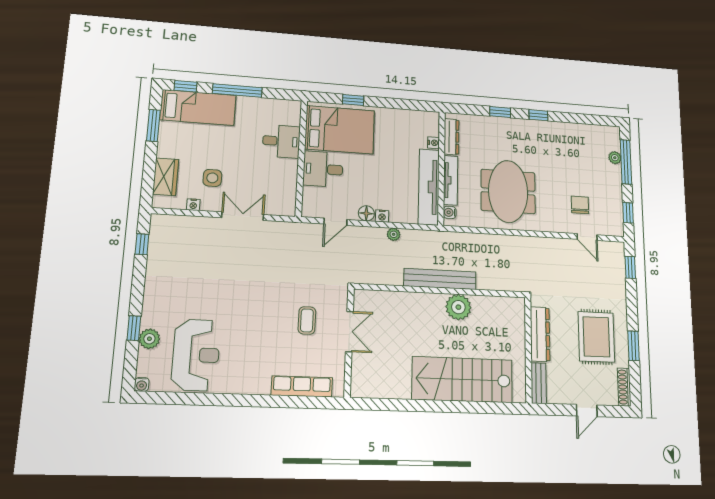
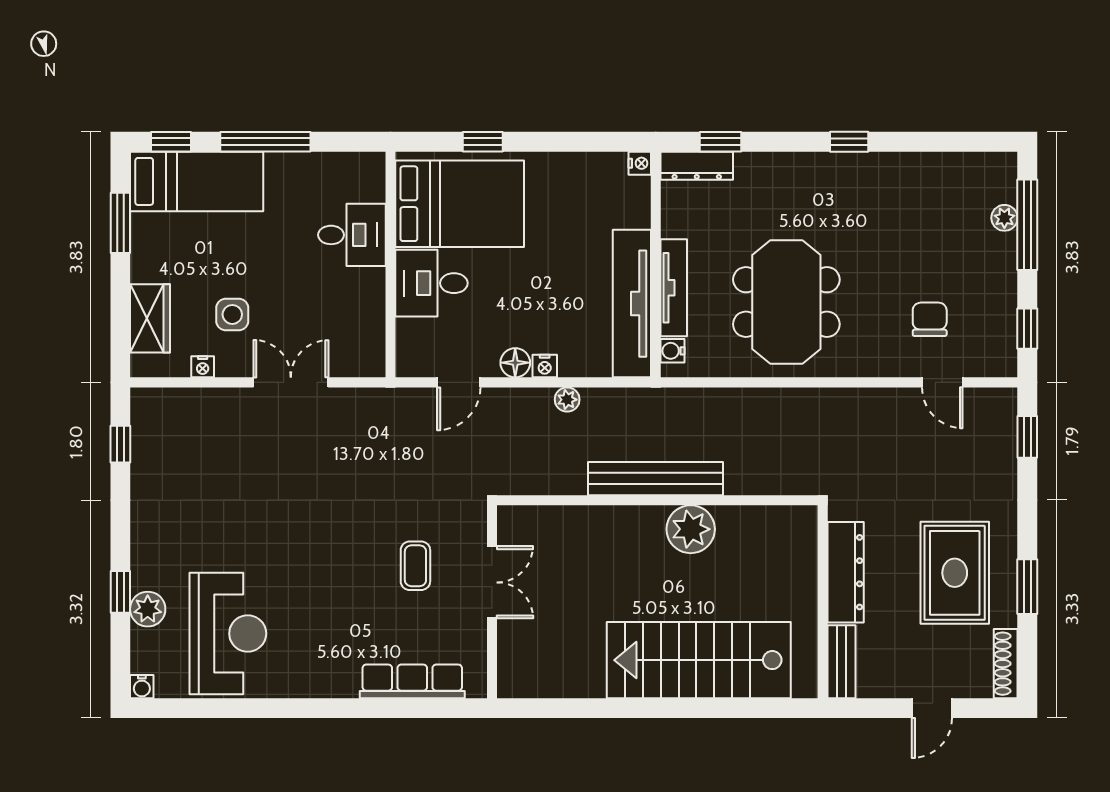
window: (500, 112) -> (720, 142), moved
dresser: (451, 137) -> (697, 166), moved, turned 90
nightstand: (434, 143) -> (640, 163), moved

